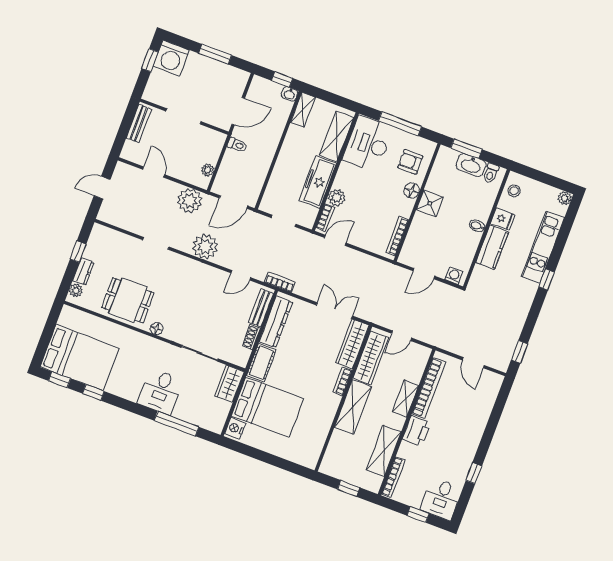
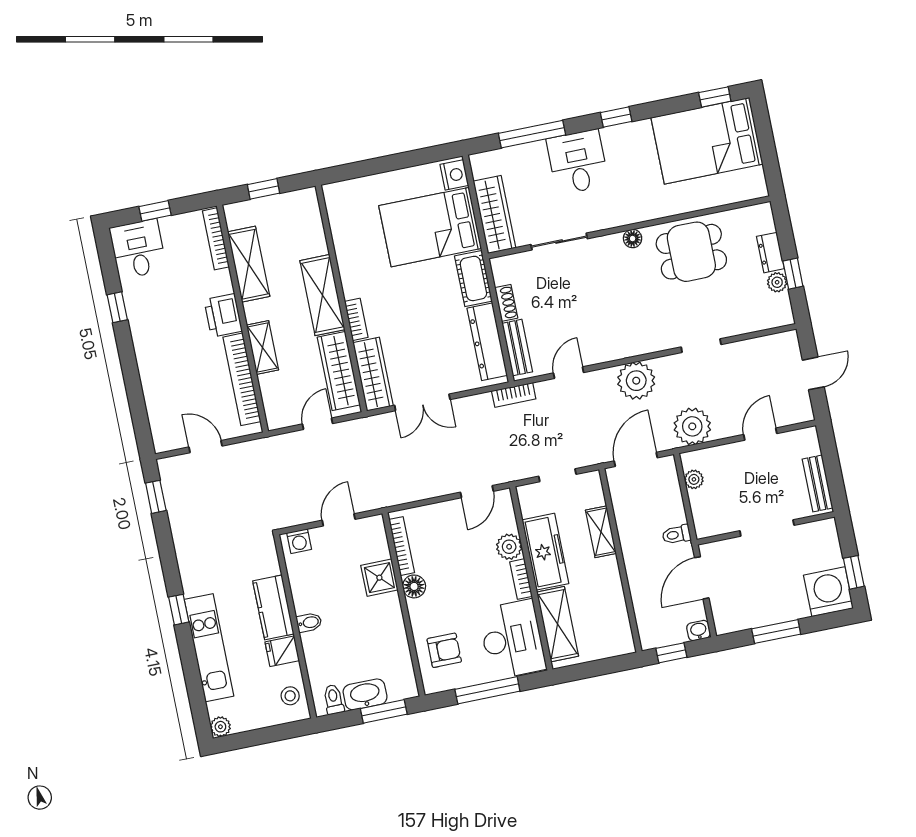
washbasin: (289, 94) -> (699, 631), moved
shelving: (303, 110) -> (601, 532), moved
door: (154, 172) -> (760, 434), swing flipped
floor lamp: (412, 190) -> (414, 586), moved
shower: (430, 203) -> (379, 578), moved
bookcase: (325, 218) -> (521, 579), moved
plant: (76, 290) -> (777, 282), moved
wardrobe: (229, 384) -> (494, 214), width x1.50
window: (93, 392) -> (616, 117), moved

